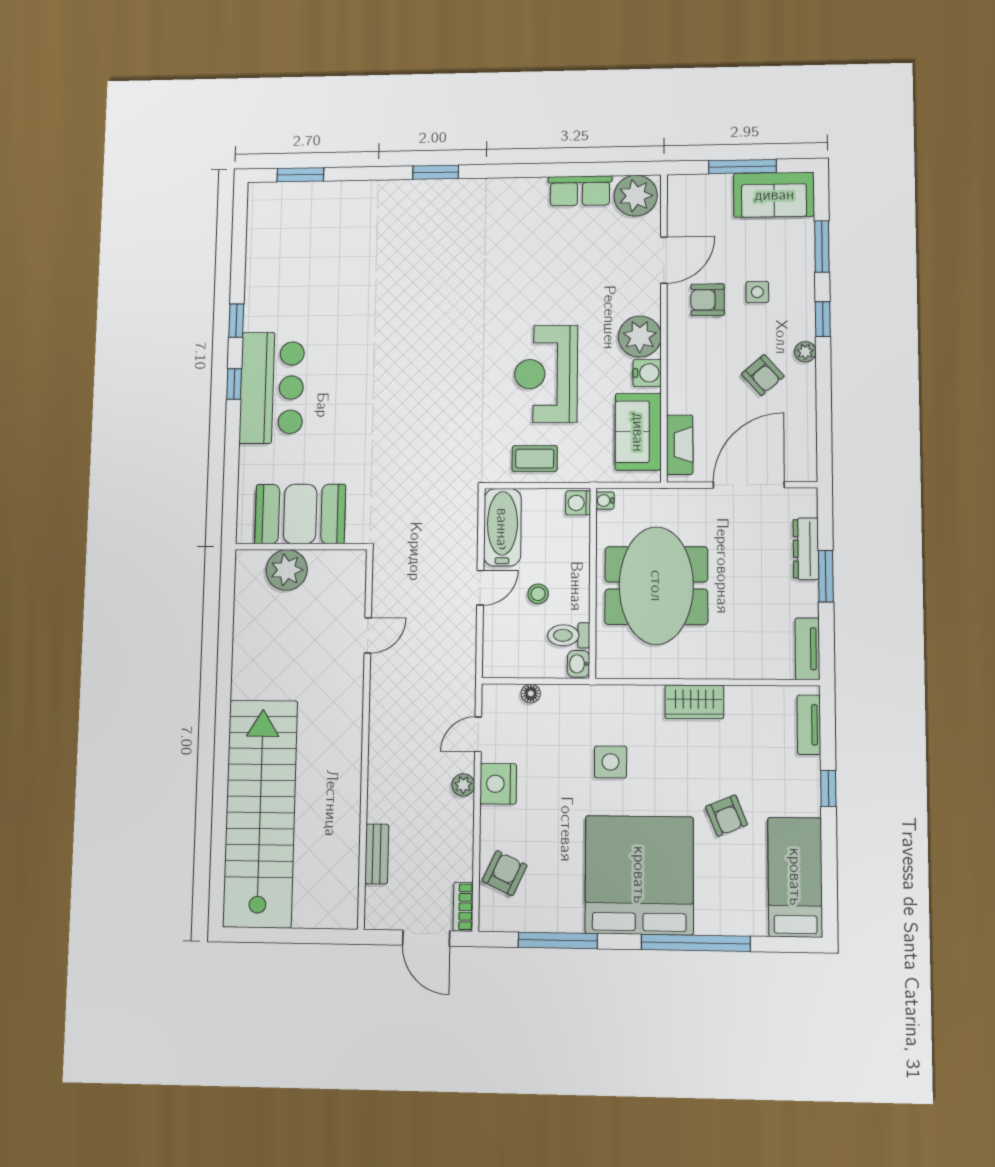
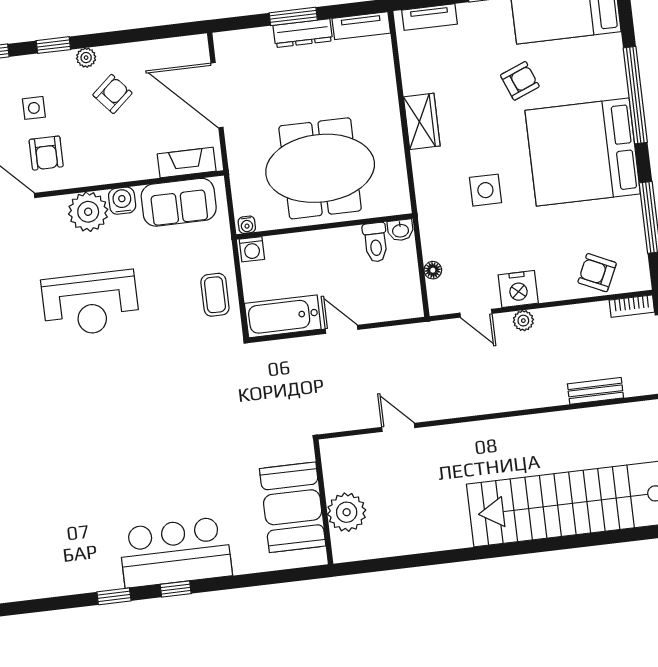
reception desk: (546, 374) -> (90, 304), moved
dresser: (806, 549) -> (303, 33), moved
stool: (538, 594) -> (341, 275), removed

